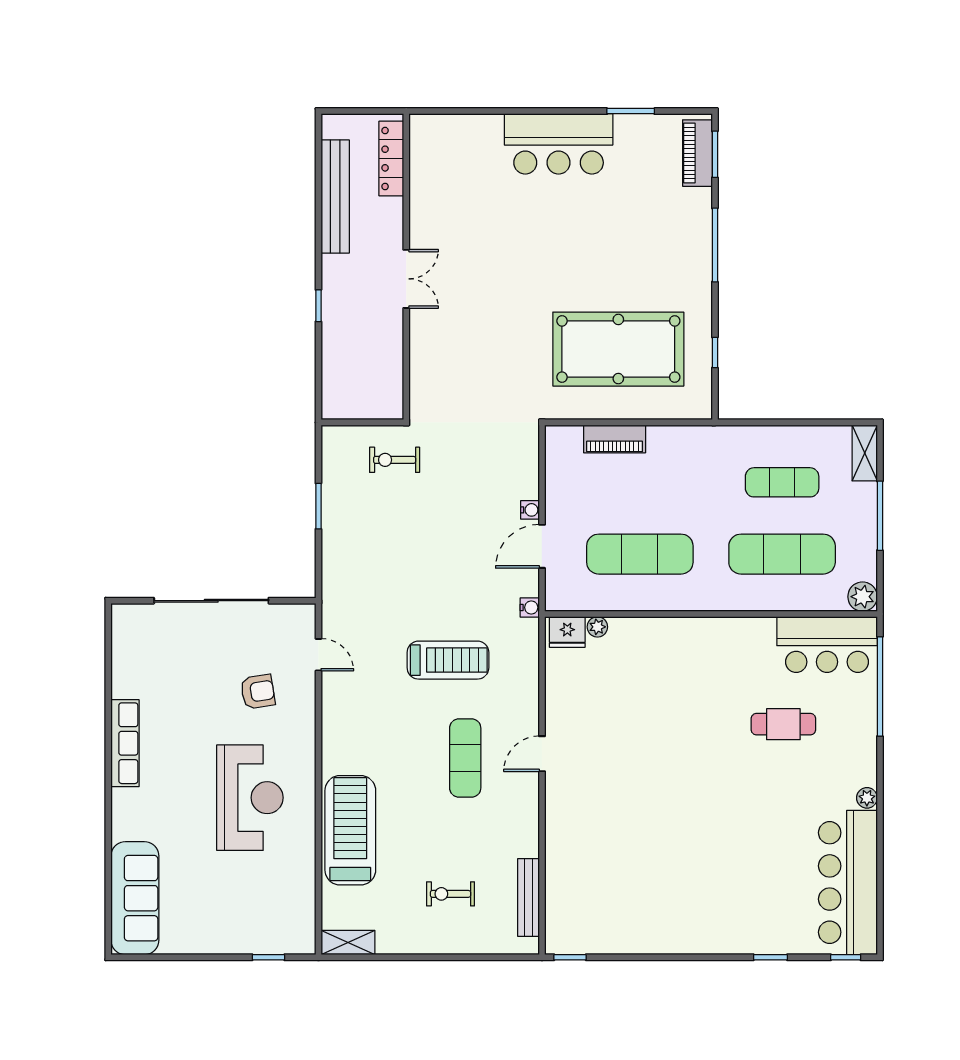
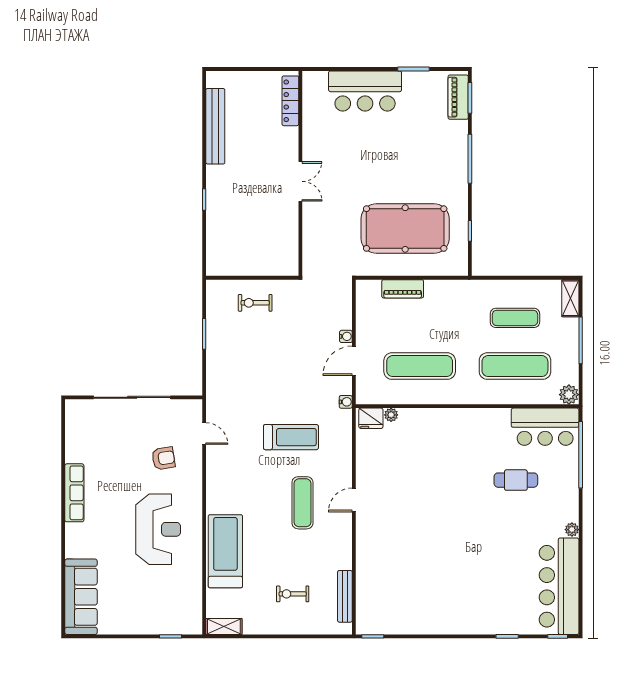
locker: (391, 159) -> (290, 101), moved
wall: (406, 267) -> (300, 173), moved
double door: (406, 279) -> (300, 181), moved

